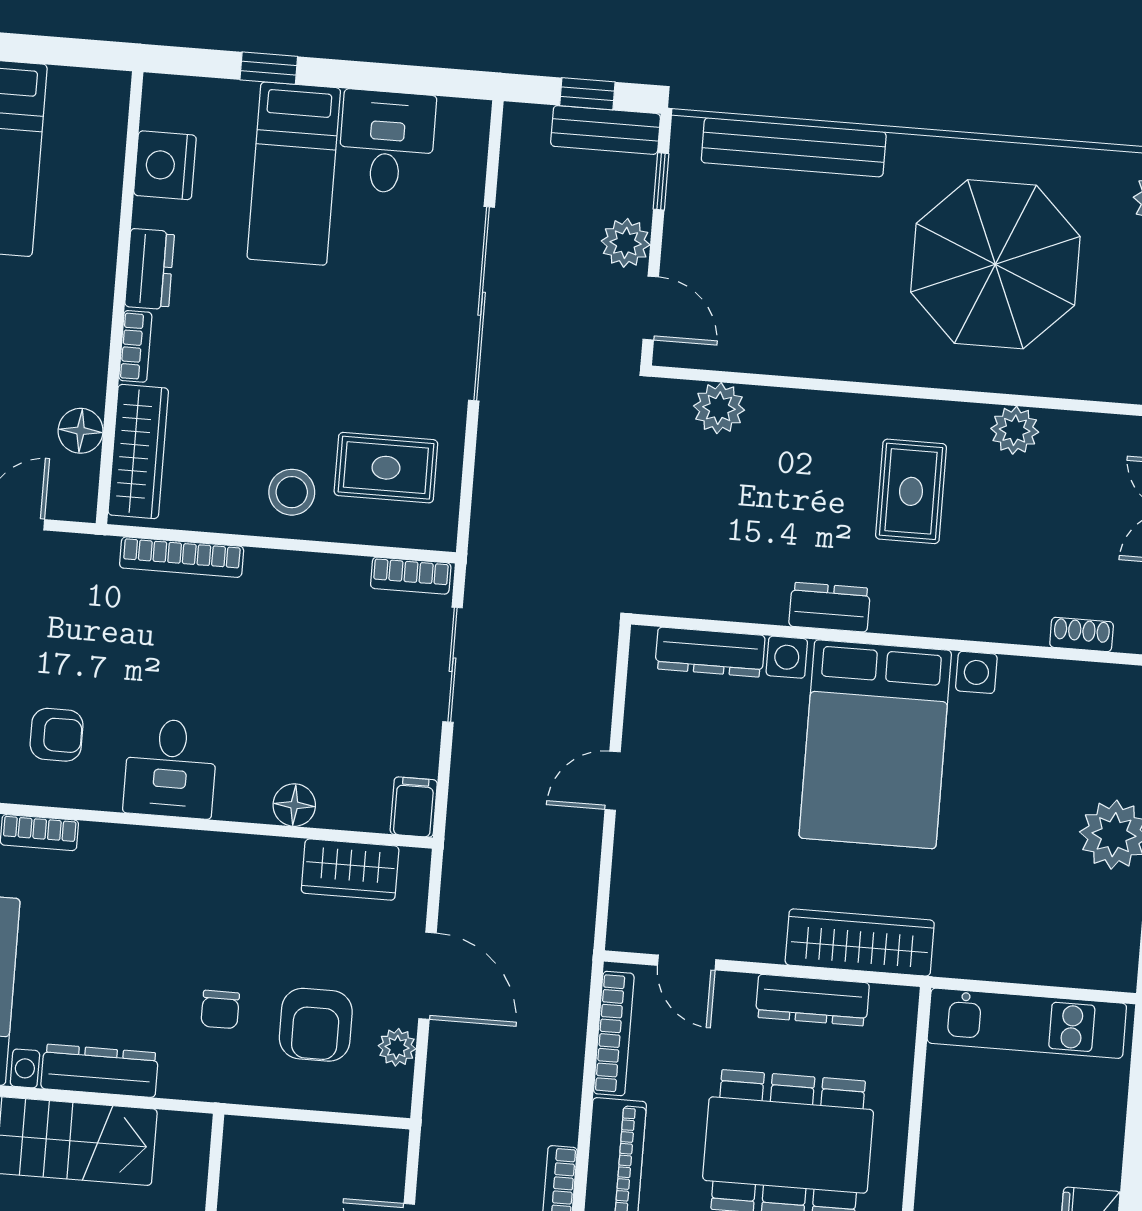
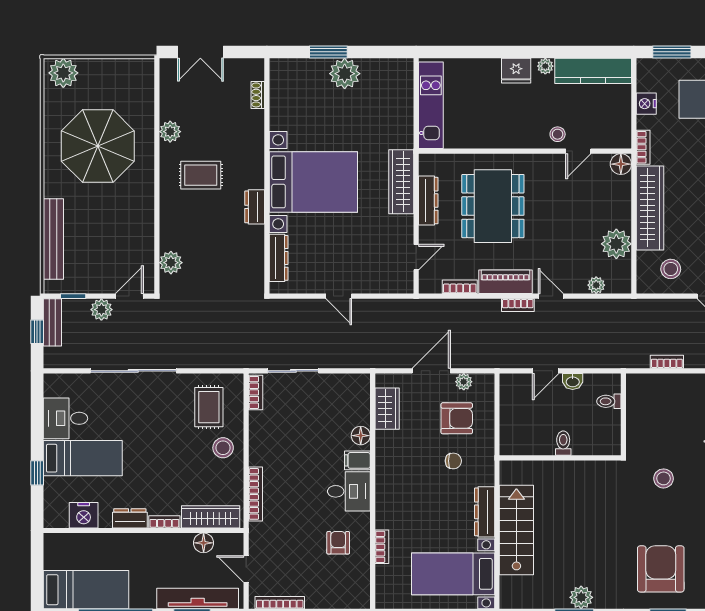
filing cabinet: (414, 807) -> (357, 460), moved
bookcase: (614, 1034) -> (460, 287), width x0.64

